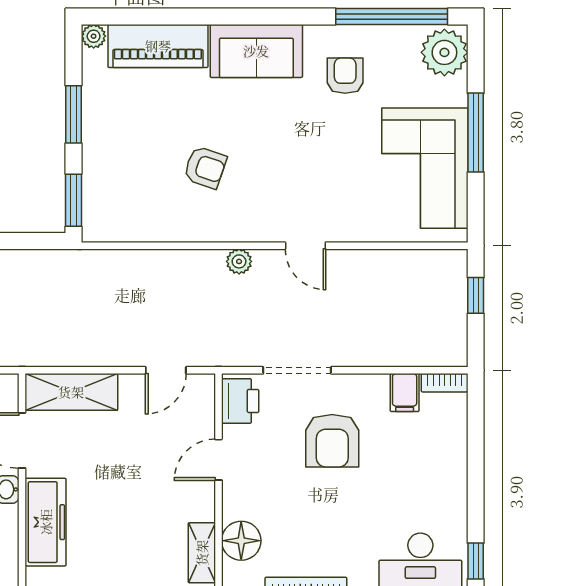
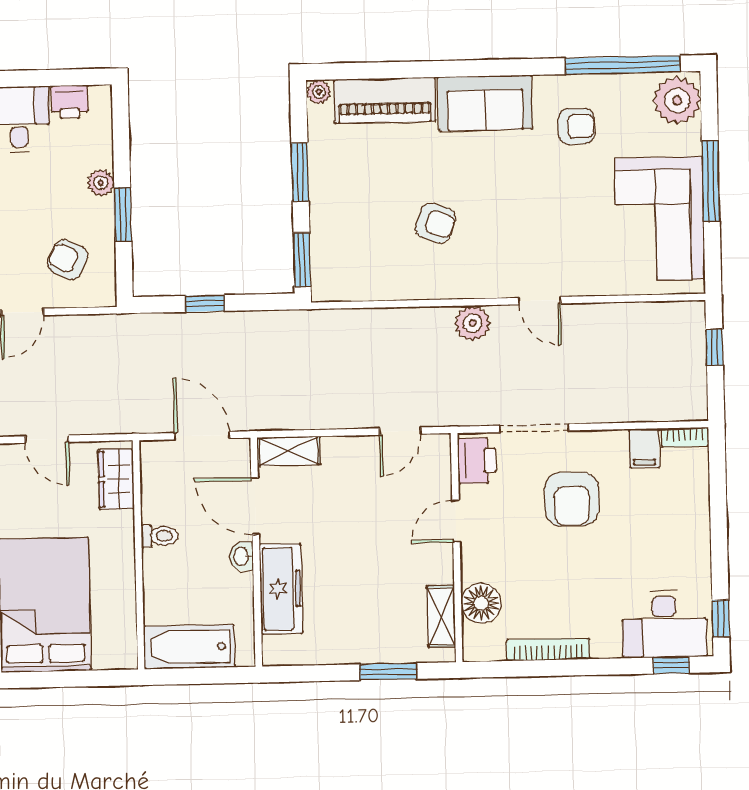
armchair: (345, 76) -> (576, 126), turned 90
plant: (239, 261) -> (473, 323), width x1.38, depth x1.38
shelving: (71, 392) -> (289, 451), width x0.67, depth x0.75

